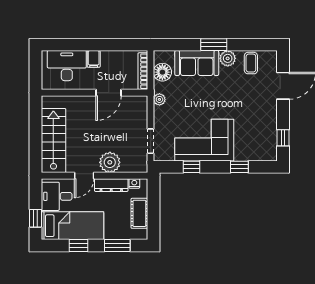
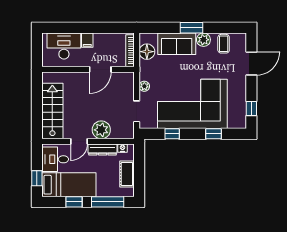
plant: (159, 99) -> (144, 86), moved
corner sofa: (204, 140) -> (192, 104), width x1.36, depth x1.36
window: (117, 245) -> (108, 202), width x1.44

